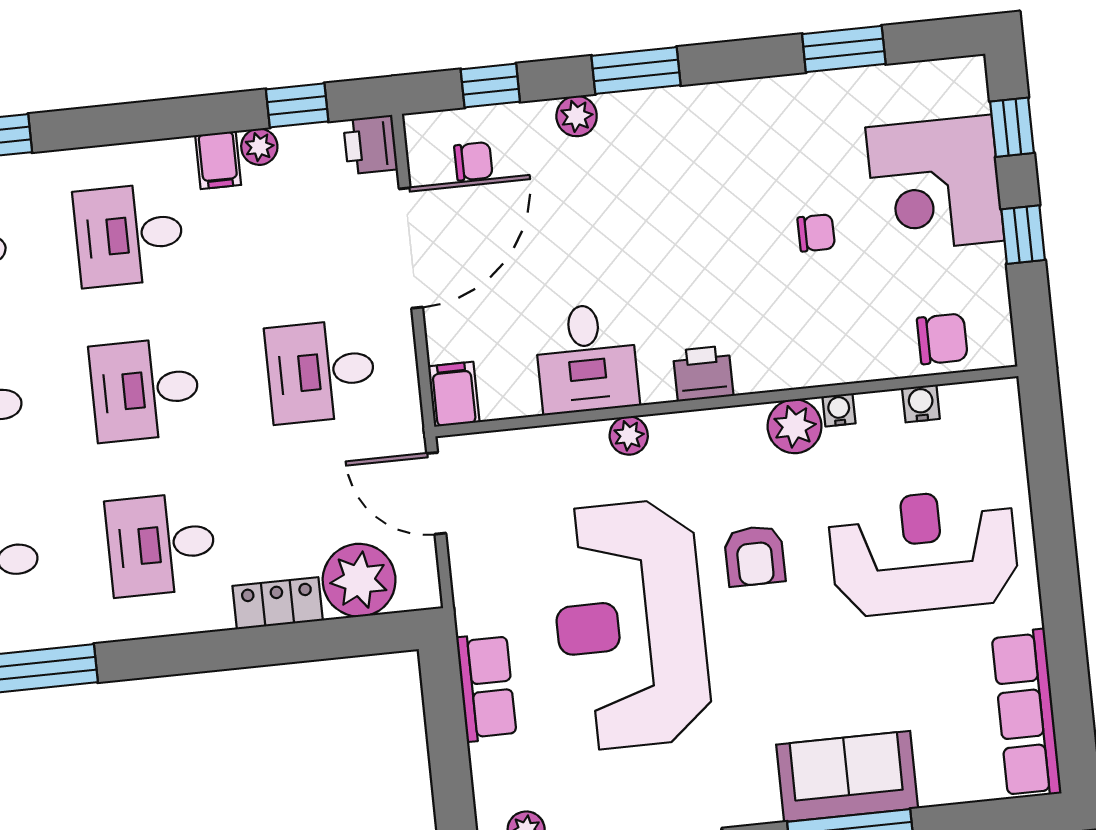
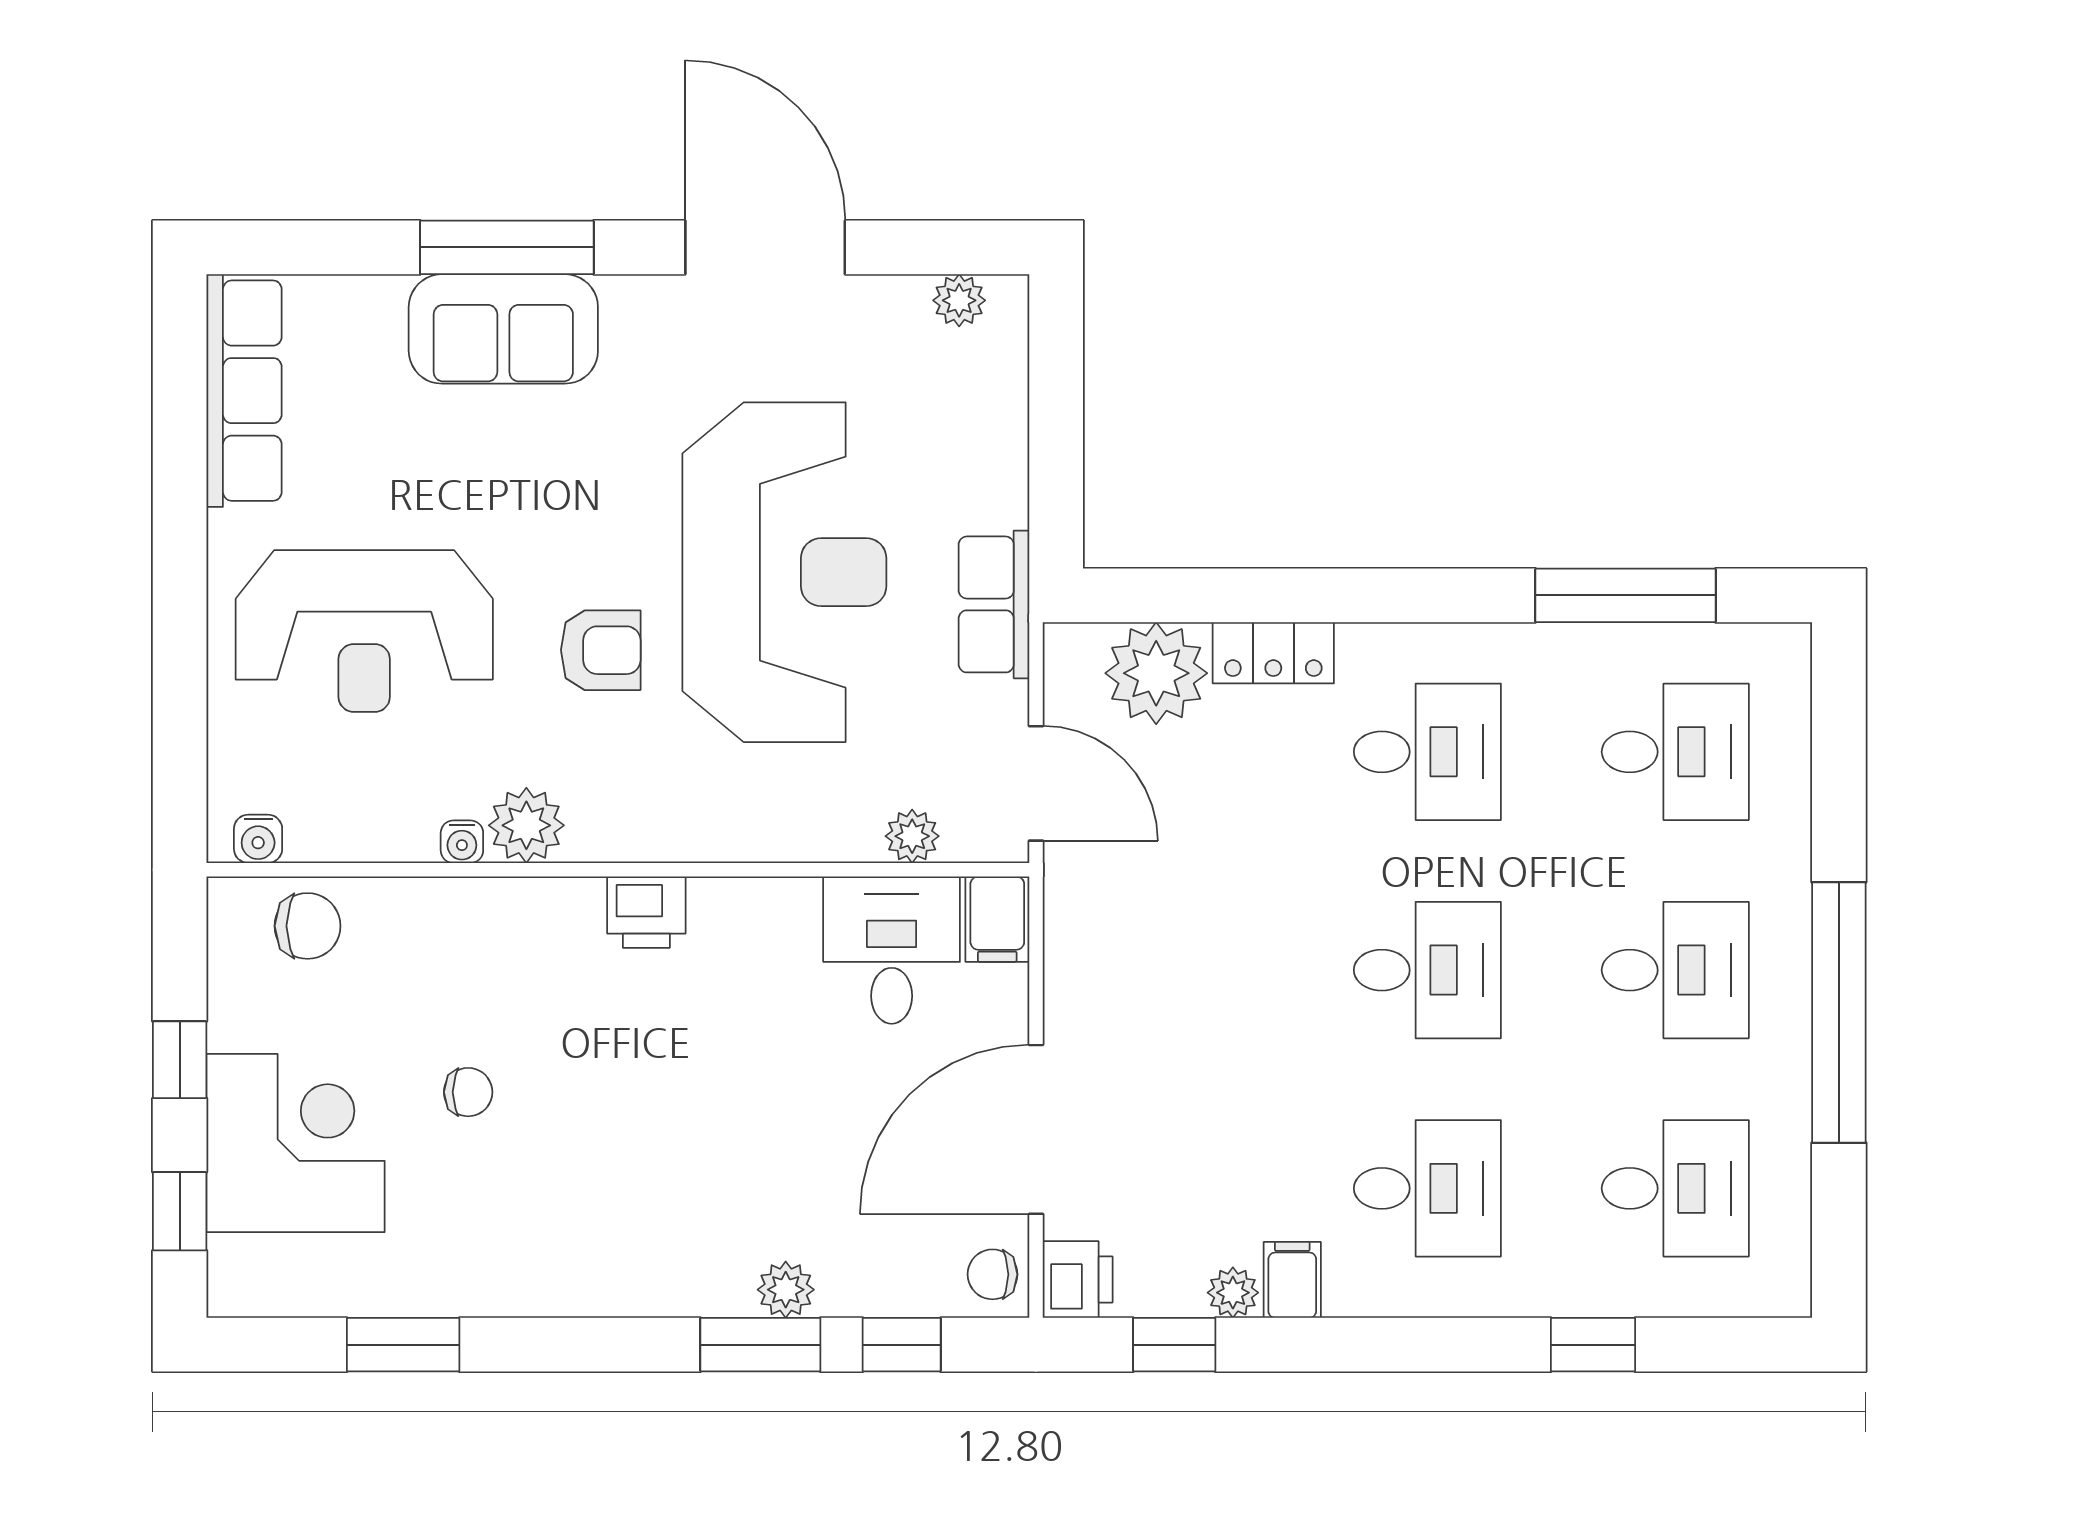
window: (636, 70) -> (760, 1345), moved
chair: (473, 161) -> (993, 1274), moved
chair: (816, 233) -> (468, 1092), turned 180
chair: (942, 339) -> (308, 926), turned 180
desk: (586, 358) -> (892, 950), moved
desk: (321, 371) -> (1179, 970), removed
water cooler: (921, 403) -> (258, 839), moved
plant: (629, 436) -> (912, 836), moved
armchair: (755, 556) -> (601, 650), turned 90
row of seats: (486, 687) -> (994, 604), moved

